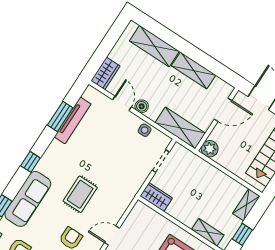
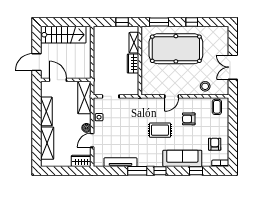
window: (60, 116) -> (137, 171), moved
plant: (210, 149) -> (85, 73), removed
wardrobe: (156, 197) -> (133, 64), moved
shelving: (246, 205) -> (104, 31), removed
door: (112, 235) -> (172, 96), hinge flipped

